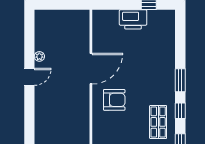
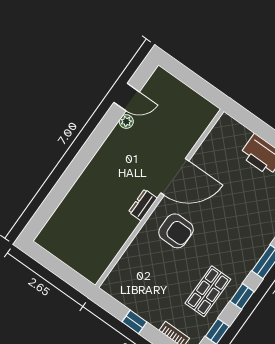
door: (29, 77) -> (127, 97), moved
dresser: (84, 98) -> (143, 205), added

